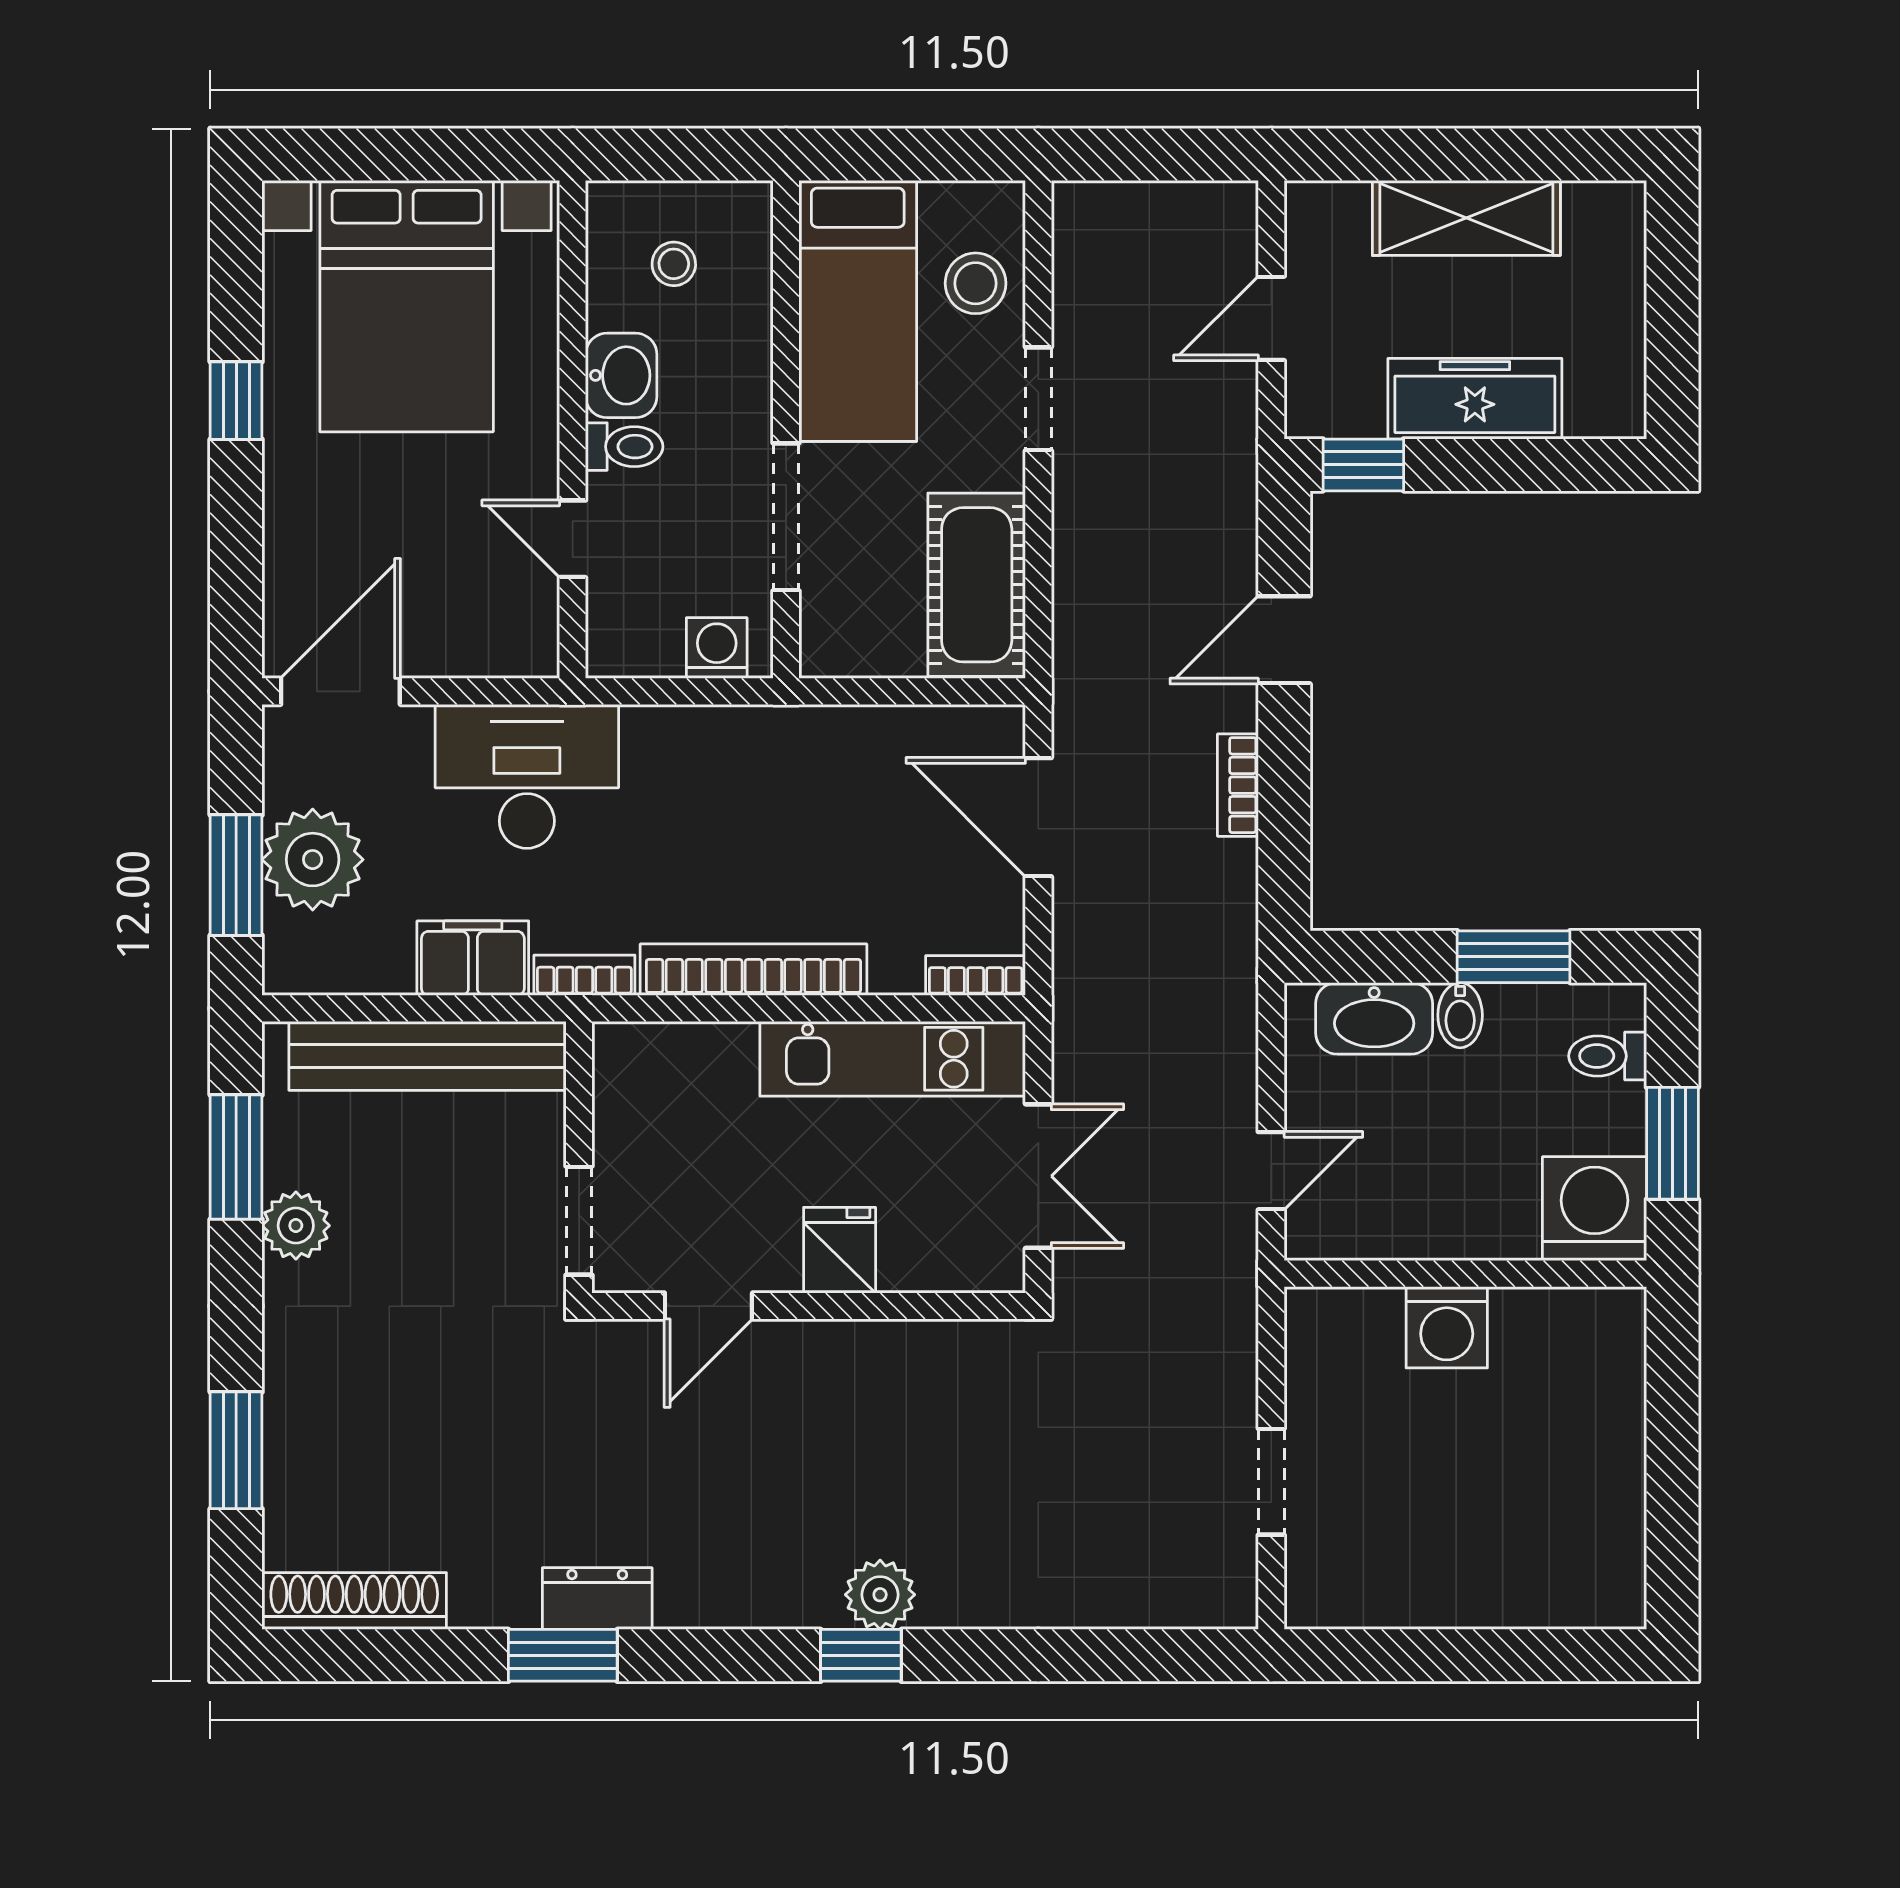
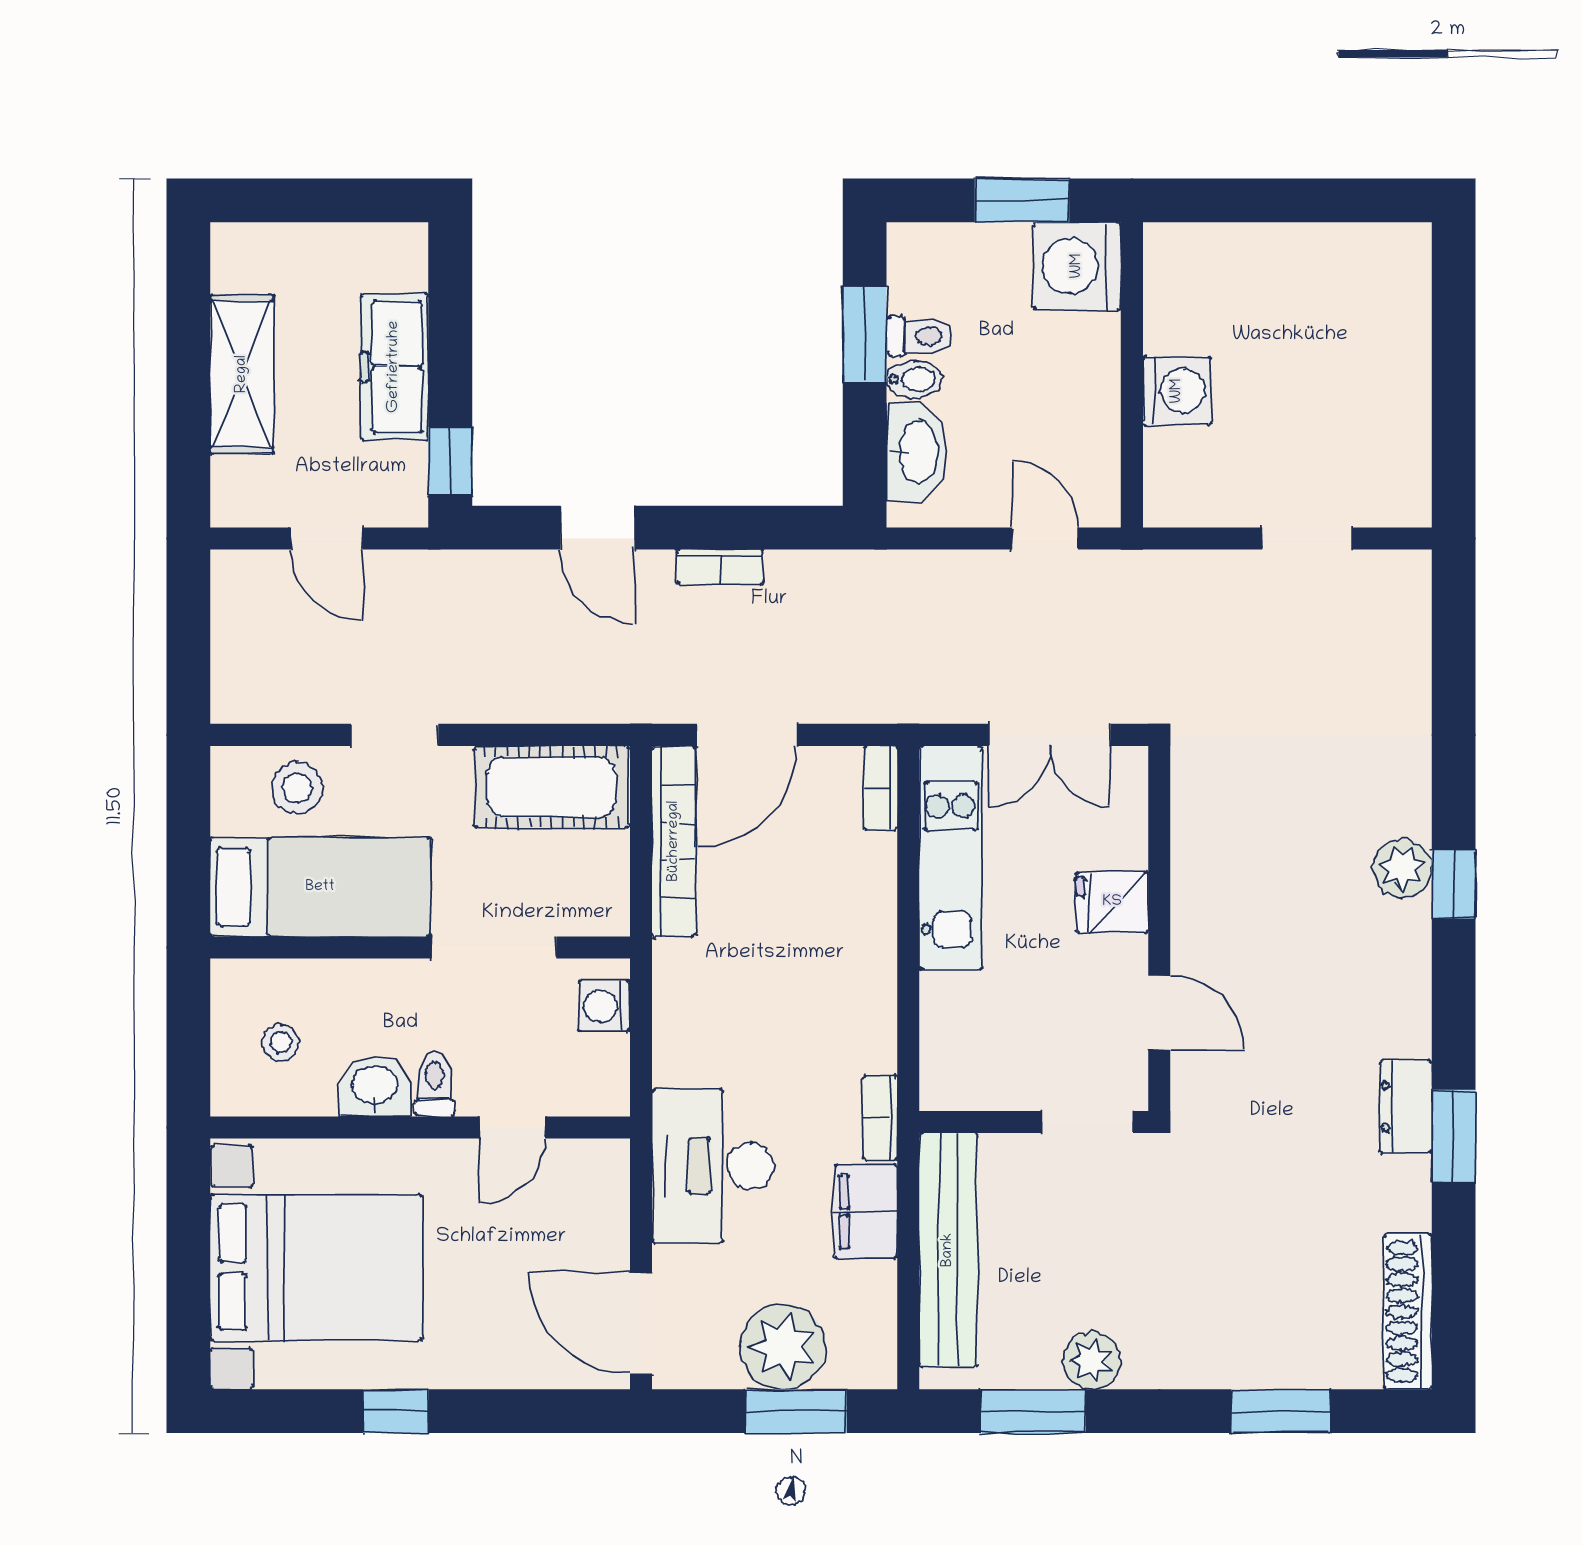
bookcase: (753, 970) -> (674, 841), moved, turned 180
toilet: (1608, 1056) -> (919, 336), moved, turned -90
double door: (1038, 1176) -> (1050, 735), swing flipped

